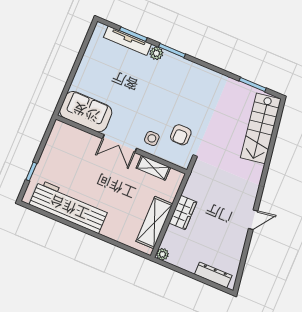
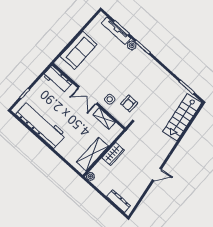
sofa: (86, 112) -> (79, 50), moved, turned 90
workbench: (70, 136) -> (57, 79), added

